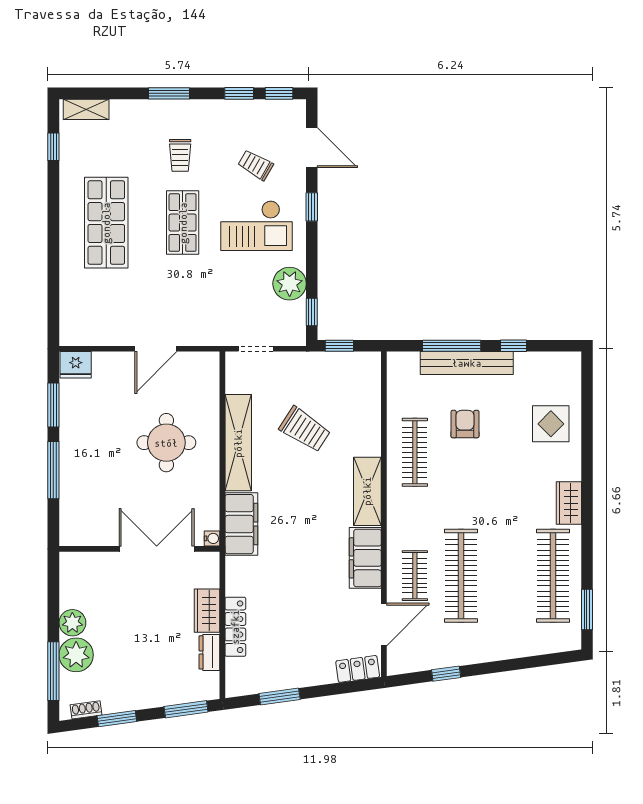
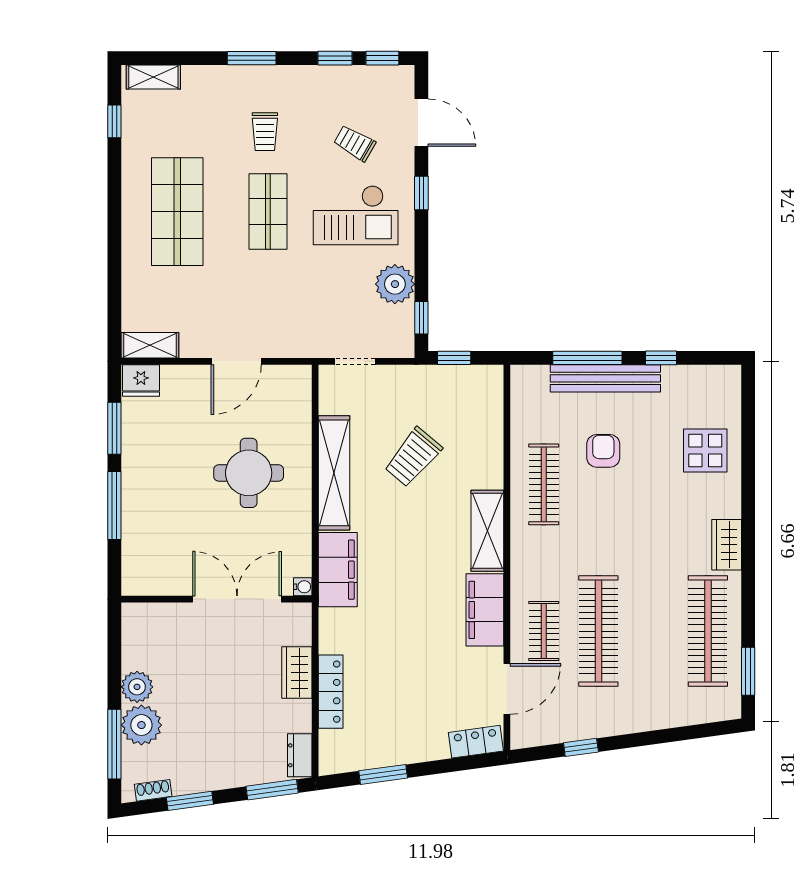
shelving: (83, 335) -> (150, 345), added
trolley: (305, 429) -> (413, 457), turned 97
dresser: (209, 652) -> (300, 755), moved

